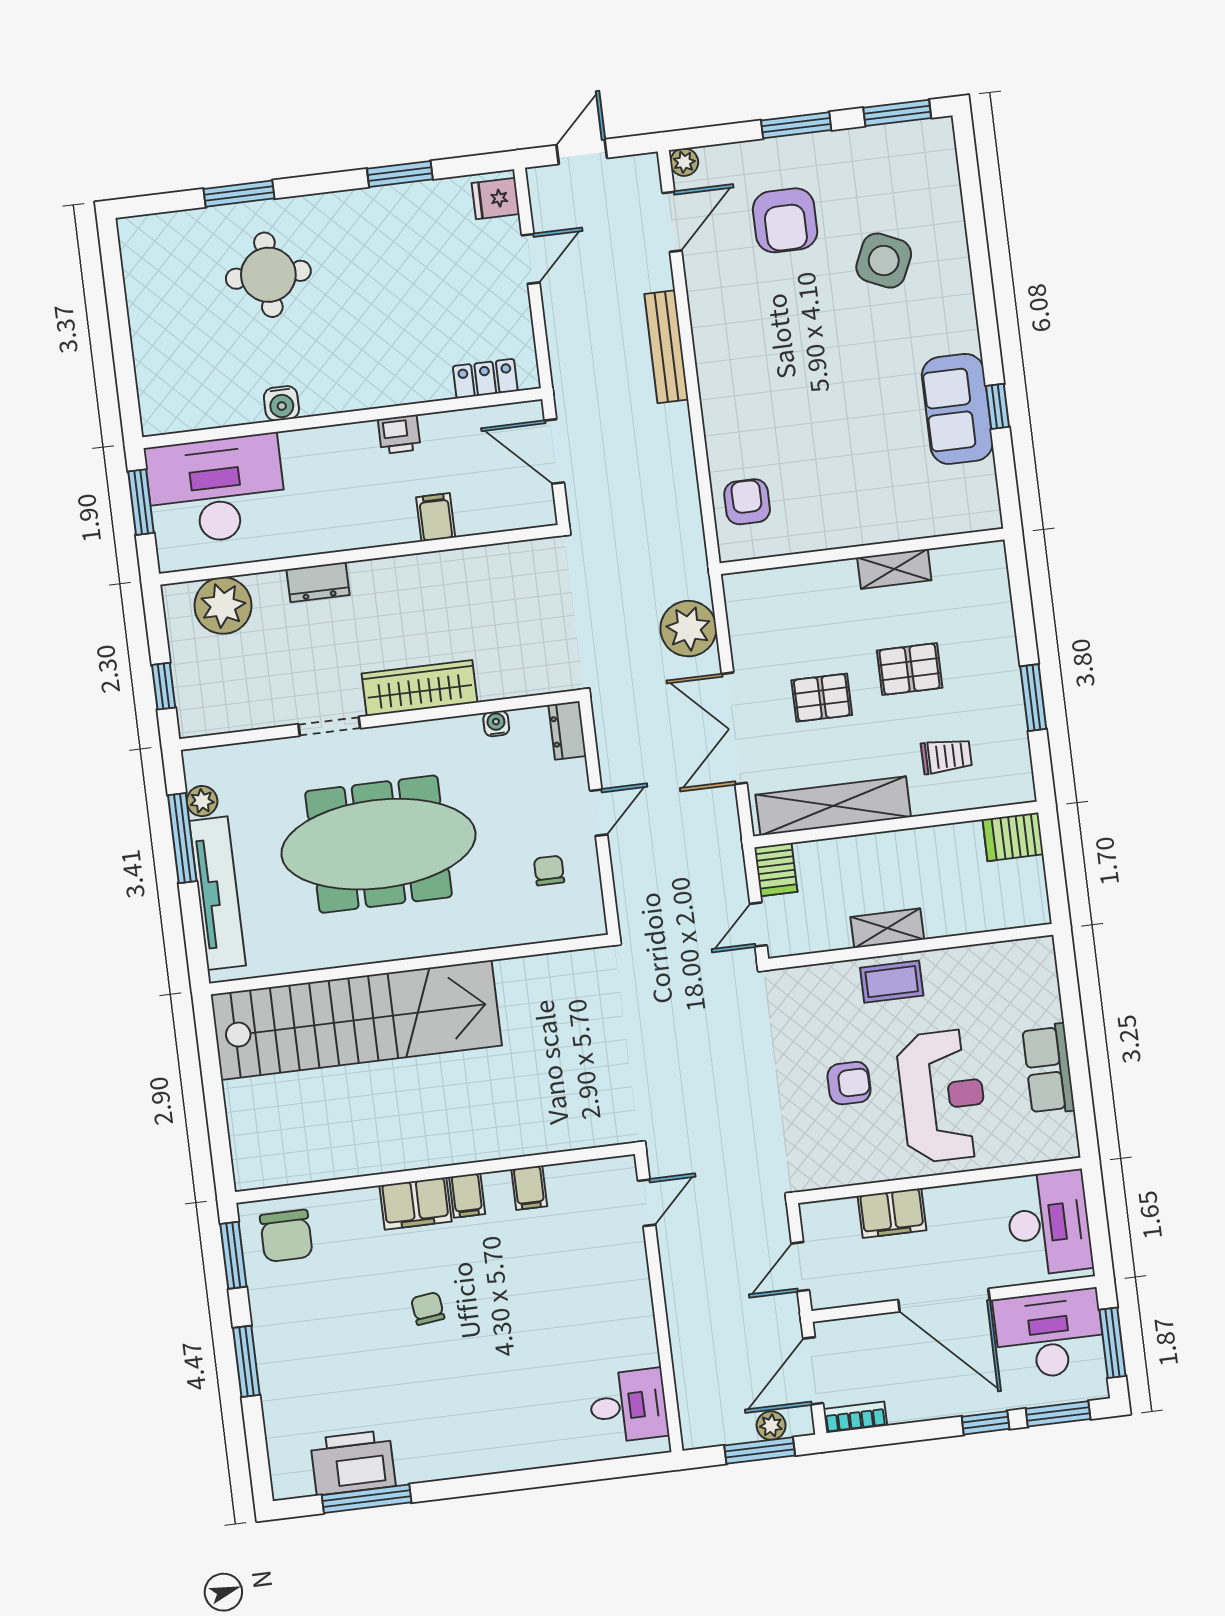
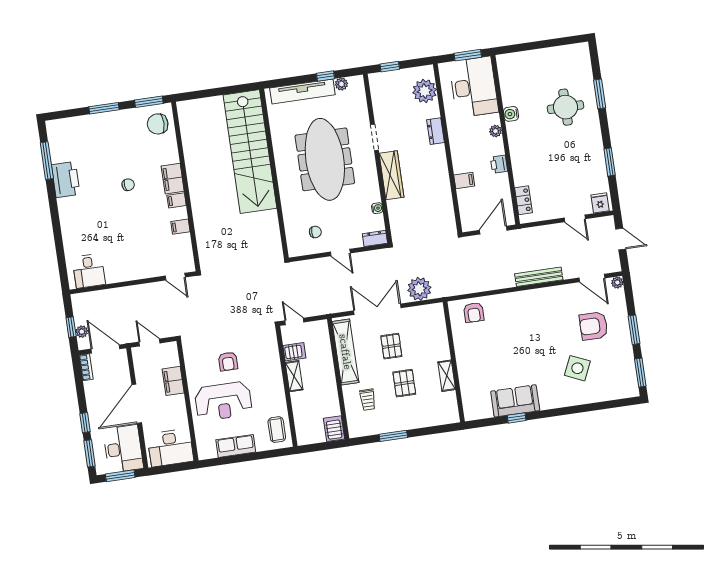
plant: (321, 441) -> (496, 131), added
armchair: (747, 502) -> (474, 313), turned 90
window: (182, 838) -> (326, 76), width x0.46
server rack: (776, 870) -> (294, 352), moved, turned 180
coffee table: (892, 982) -> (277, 430), moved
window: (760, 1450) -> (71, 327), width x0.67
printer: (353, 1463) -> (66, 180), moved

